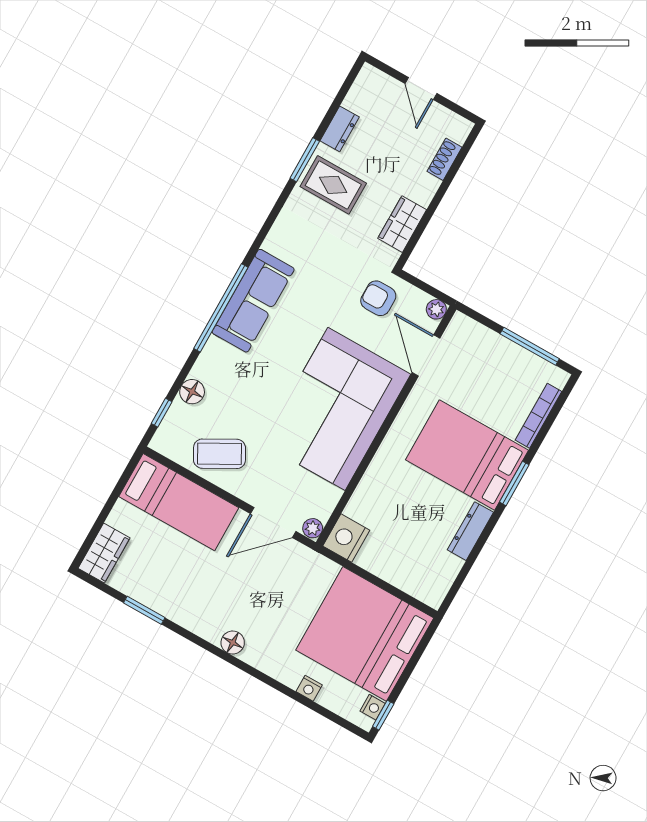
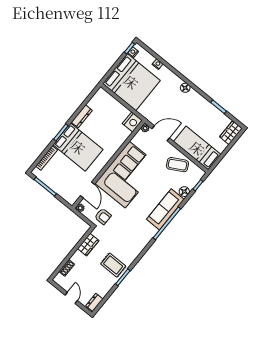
dresser: (340, 129) -> (94, 302), moved
sofa: (253, 301) -> (165, 209), moved

